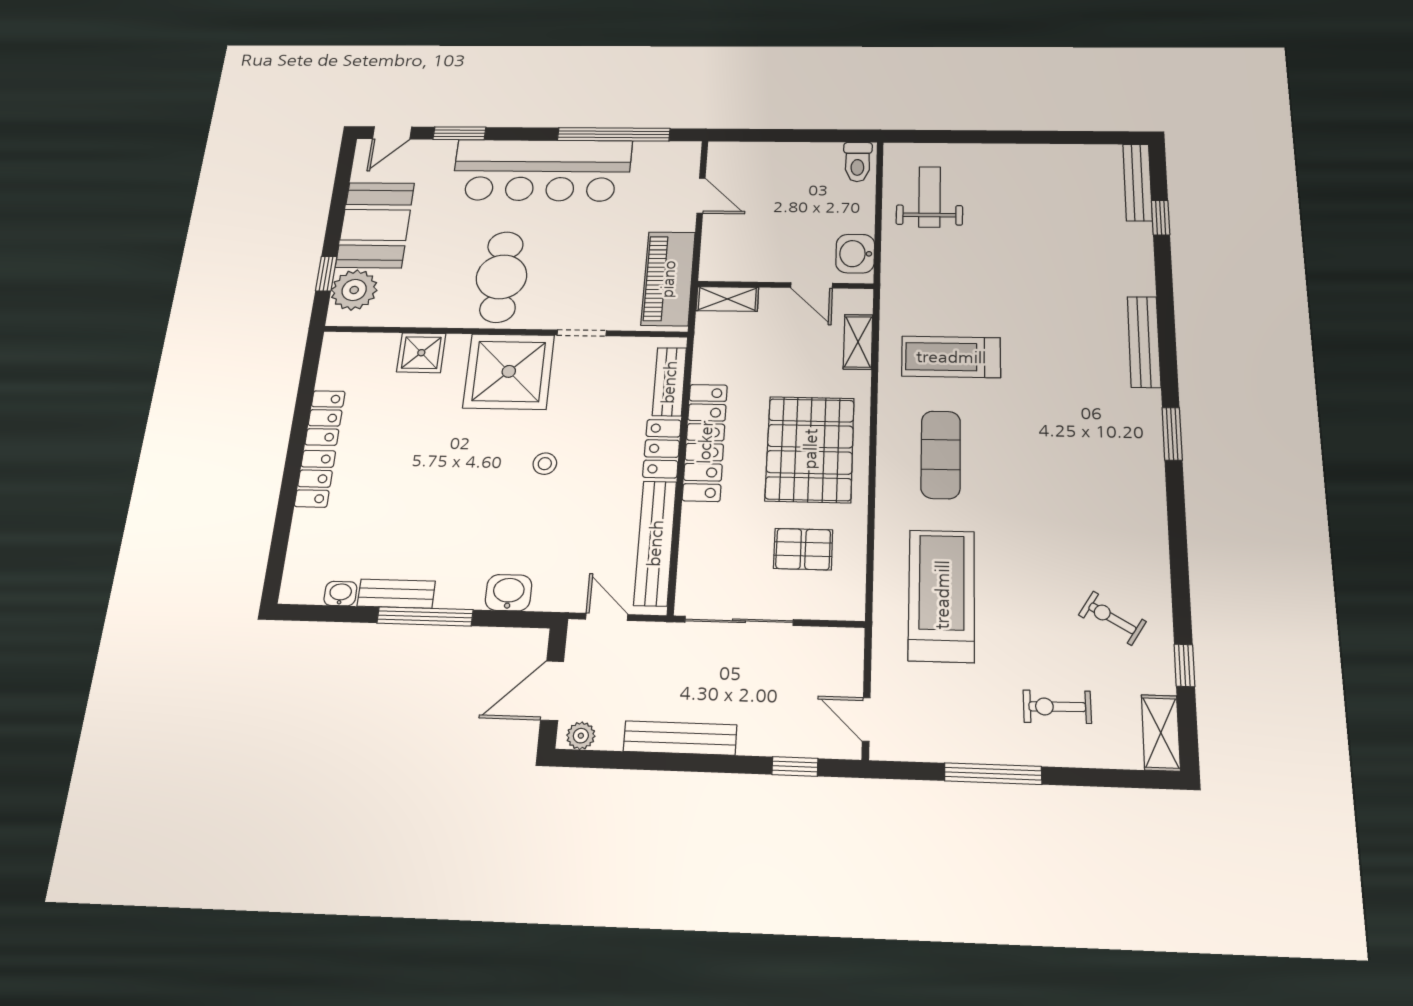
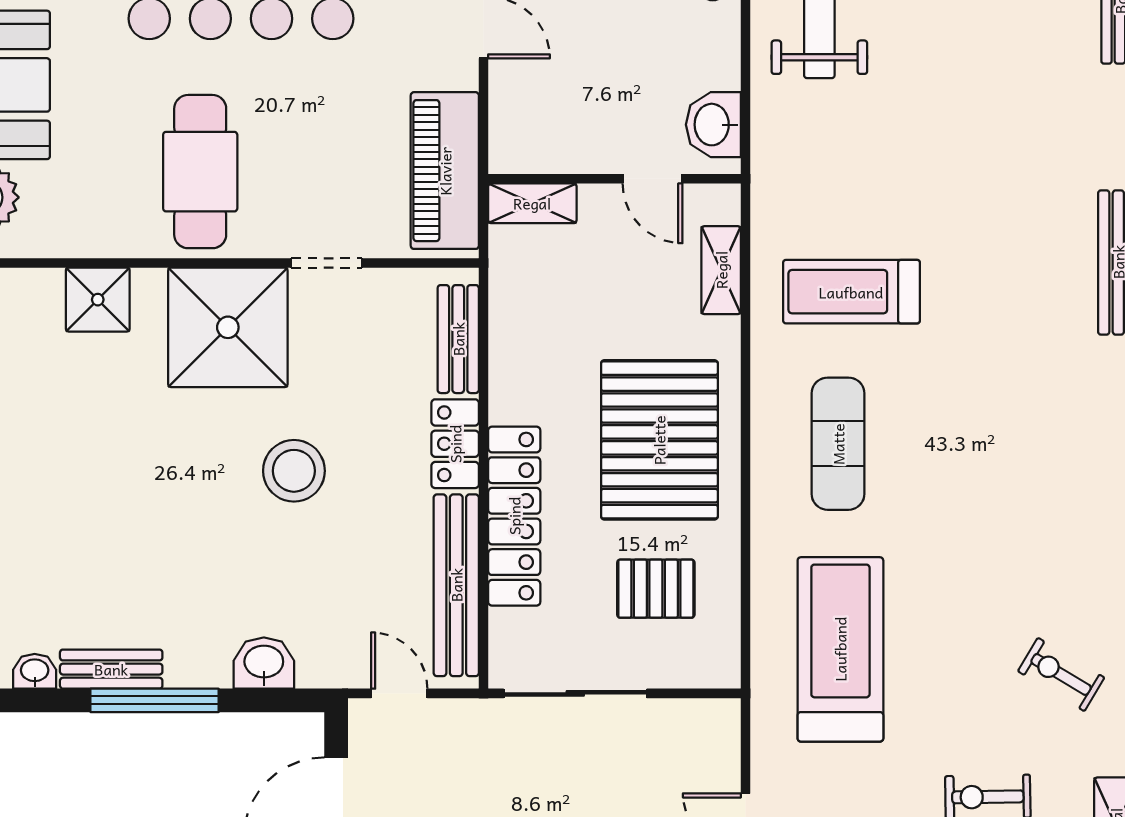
locker: (705, 442) -> (514, 516), moved
stool: (545, 464) -> (294, 471), width x1.89, depth x1.89

